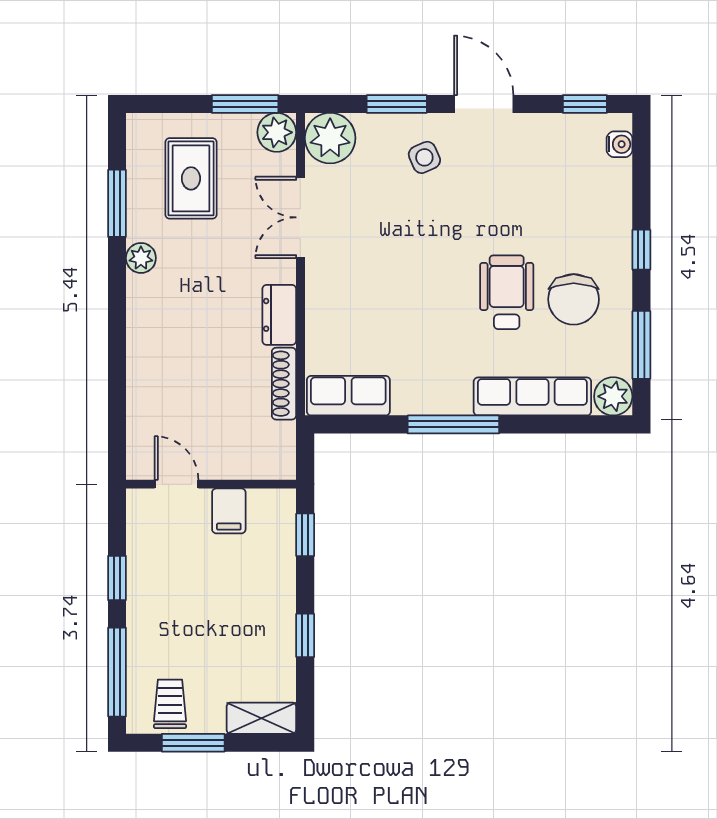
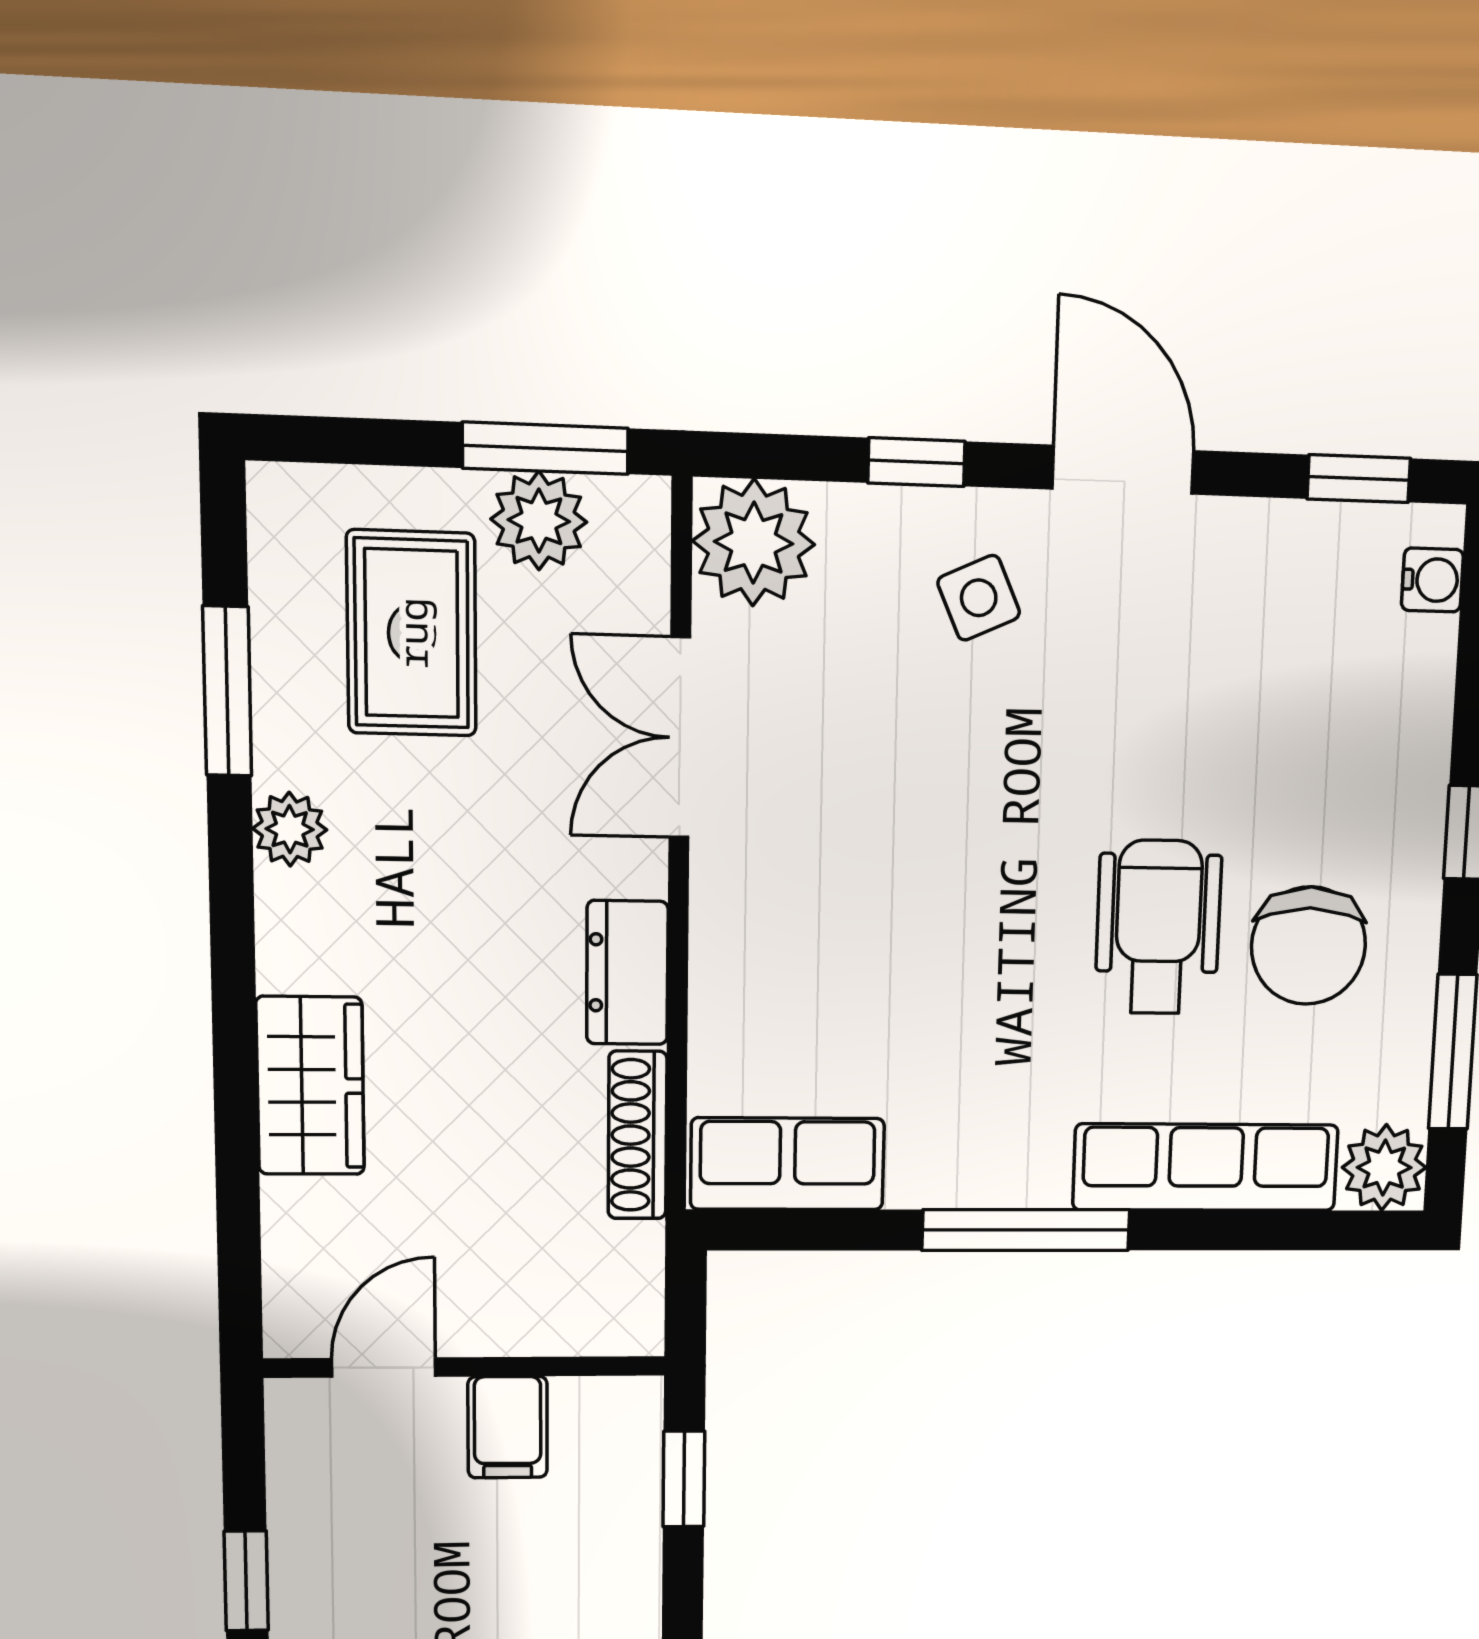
window: (397, 104) -> (916, 462), width x0.67
plant: (277, 132) -> (539, 521), moved
wardrobe: (148, 364) -> (310, 1086), added
door: (176, 484) -> (384, 1367), hinge flipped

